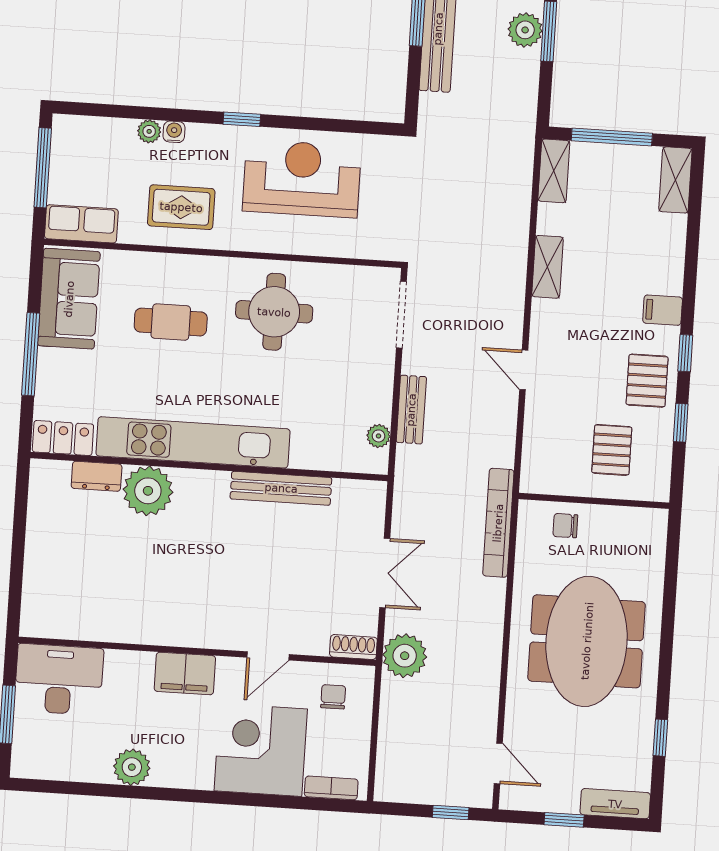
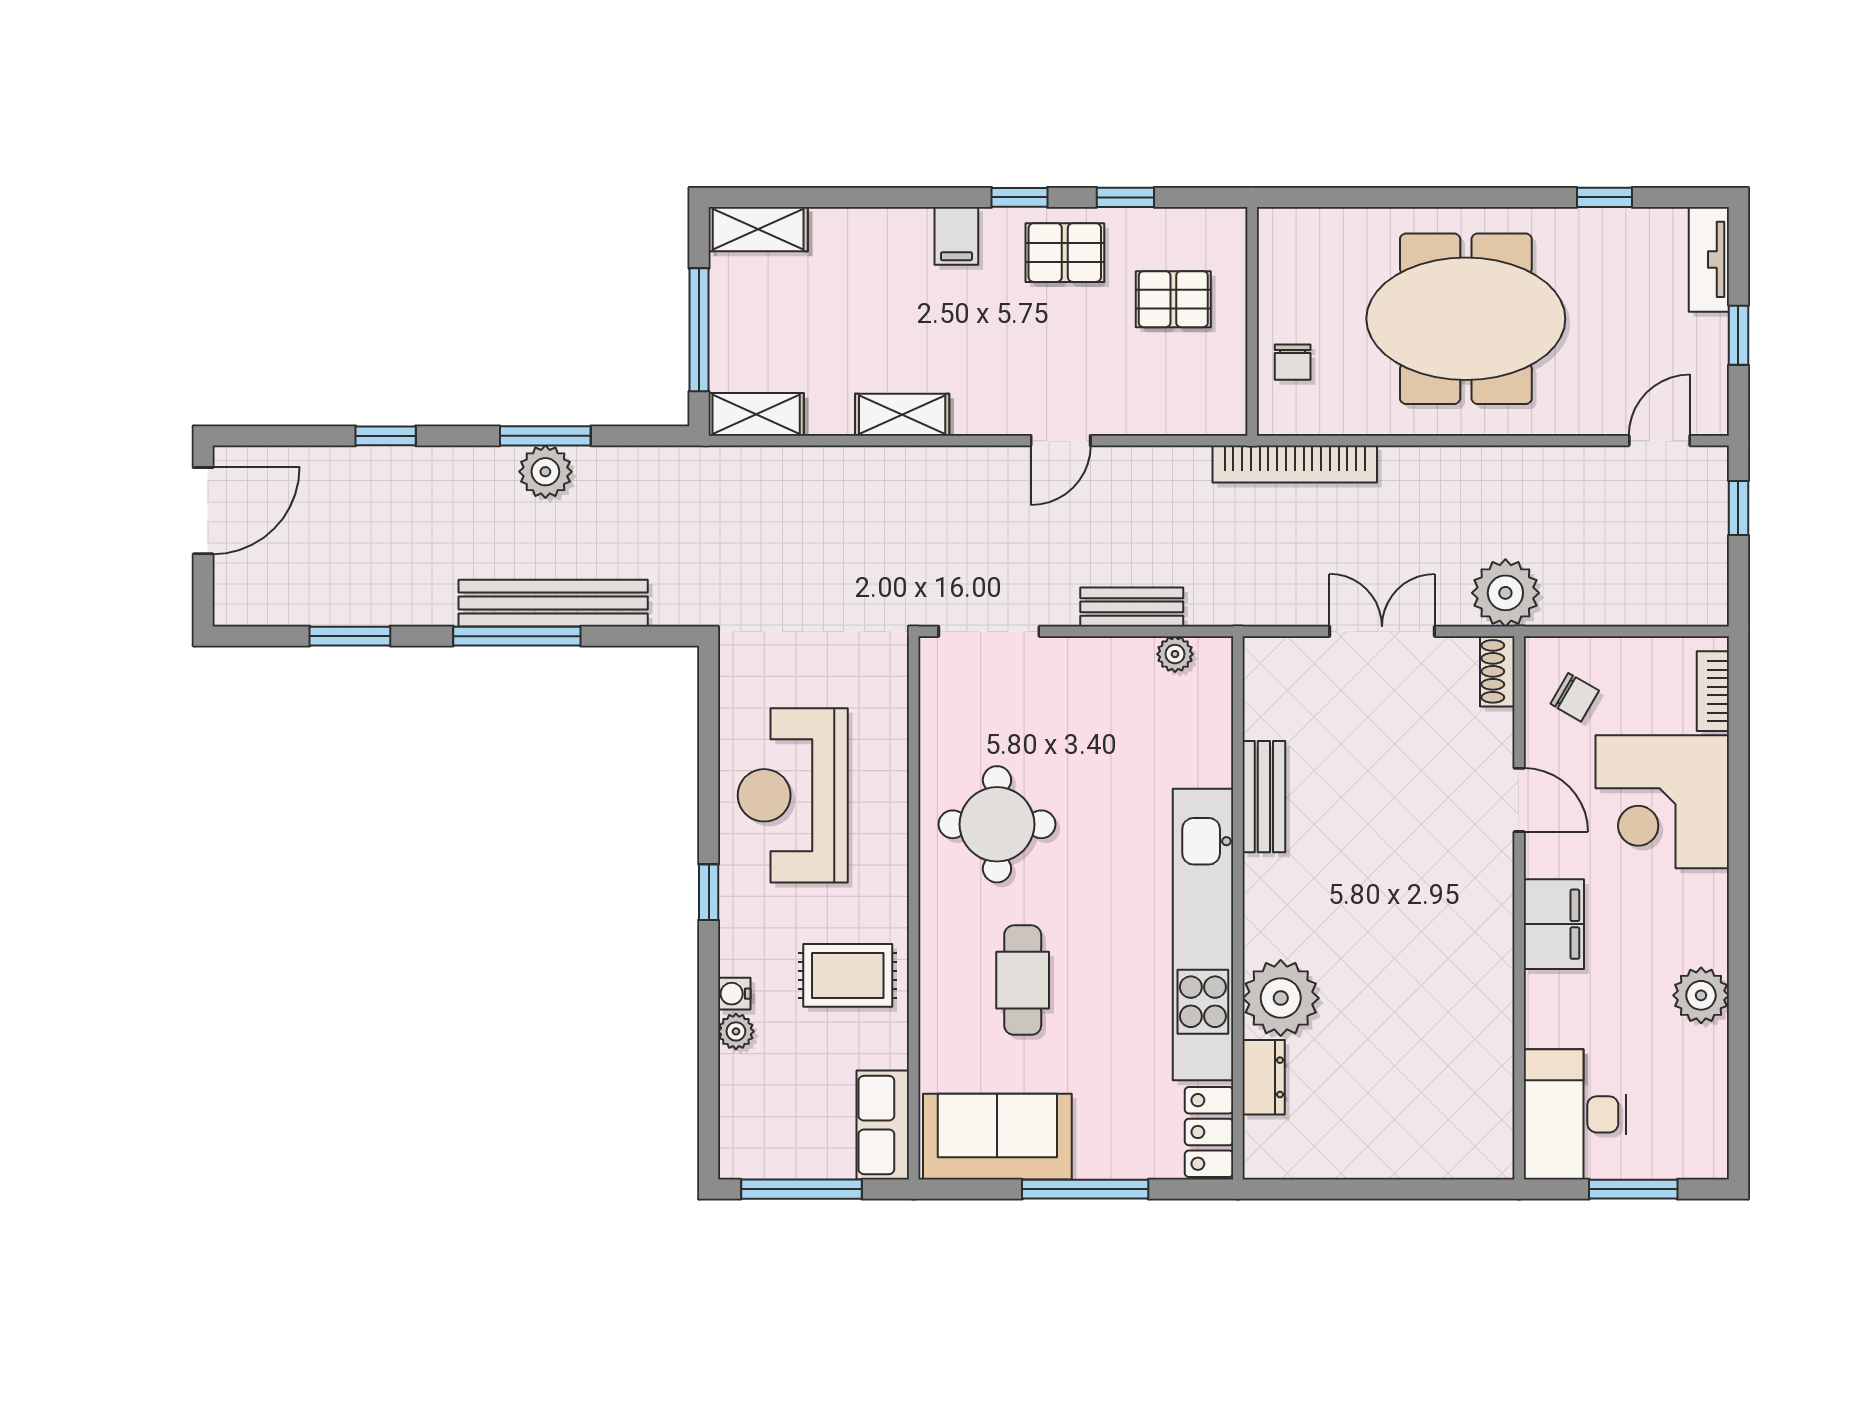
rug: (181, 207) -> (848, 975), turned 90
bench: (281, 488) -> (1264, 797), width x0.73
chair: (333, 697) -> (1575, 697), turned -150

